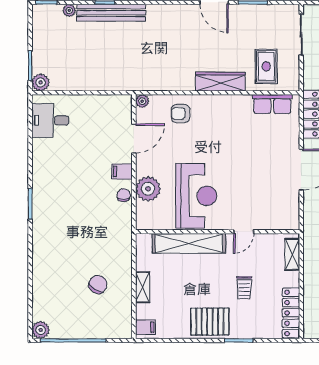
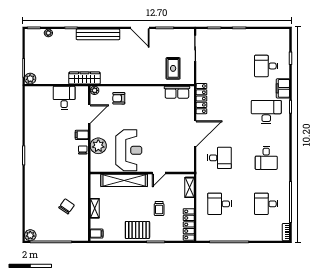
bench: (111, 13) -> (98, 34), moved
wardrobe: (220, 82) -> (84, 78), moved
desk: (50, 120) -> (64, 98), moved, turned 90

